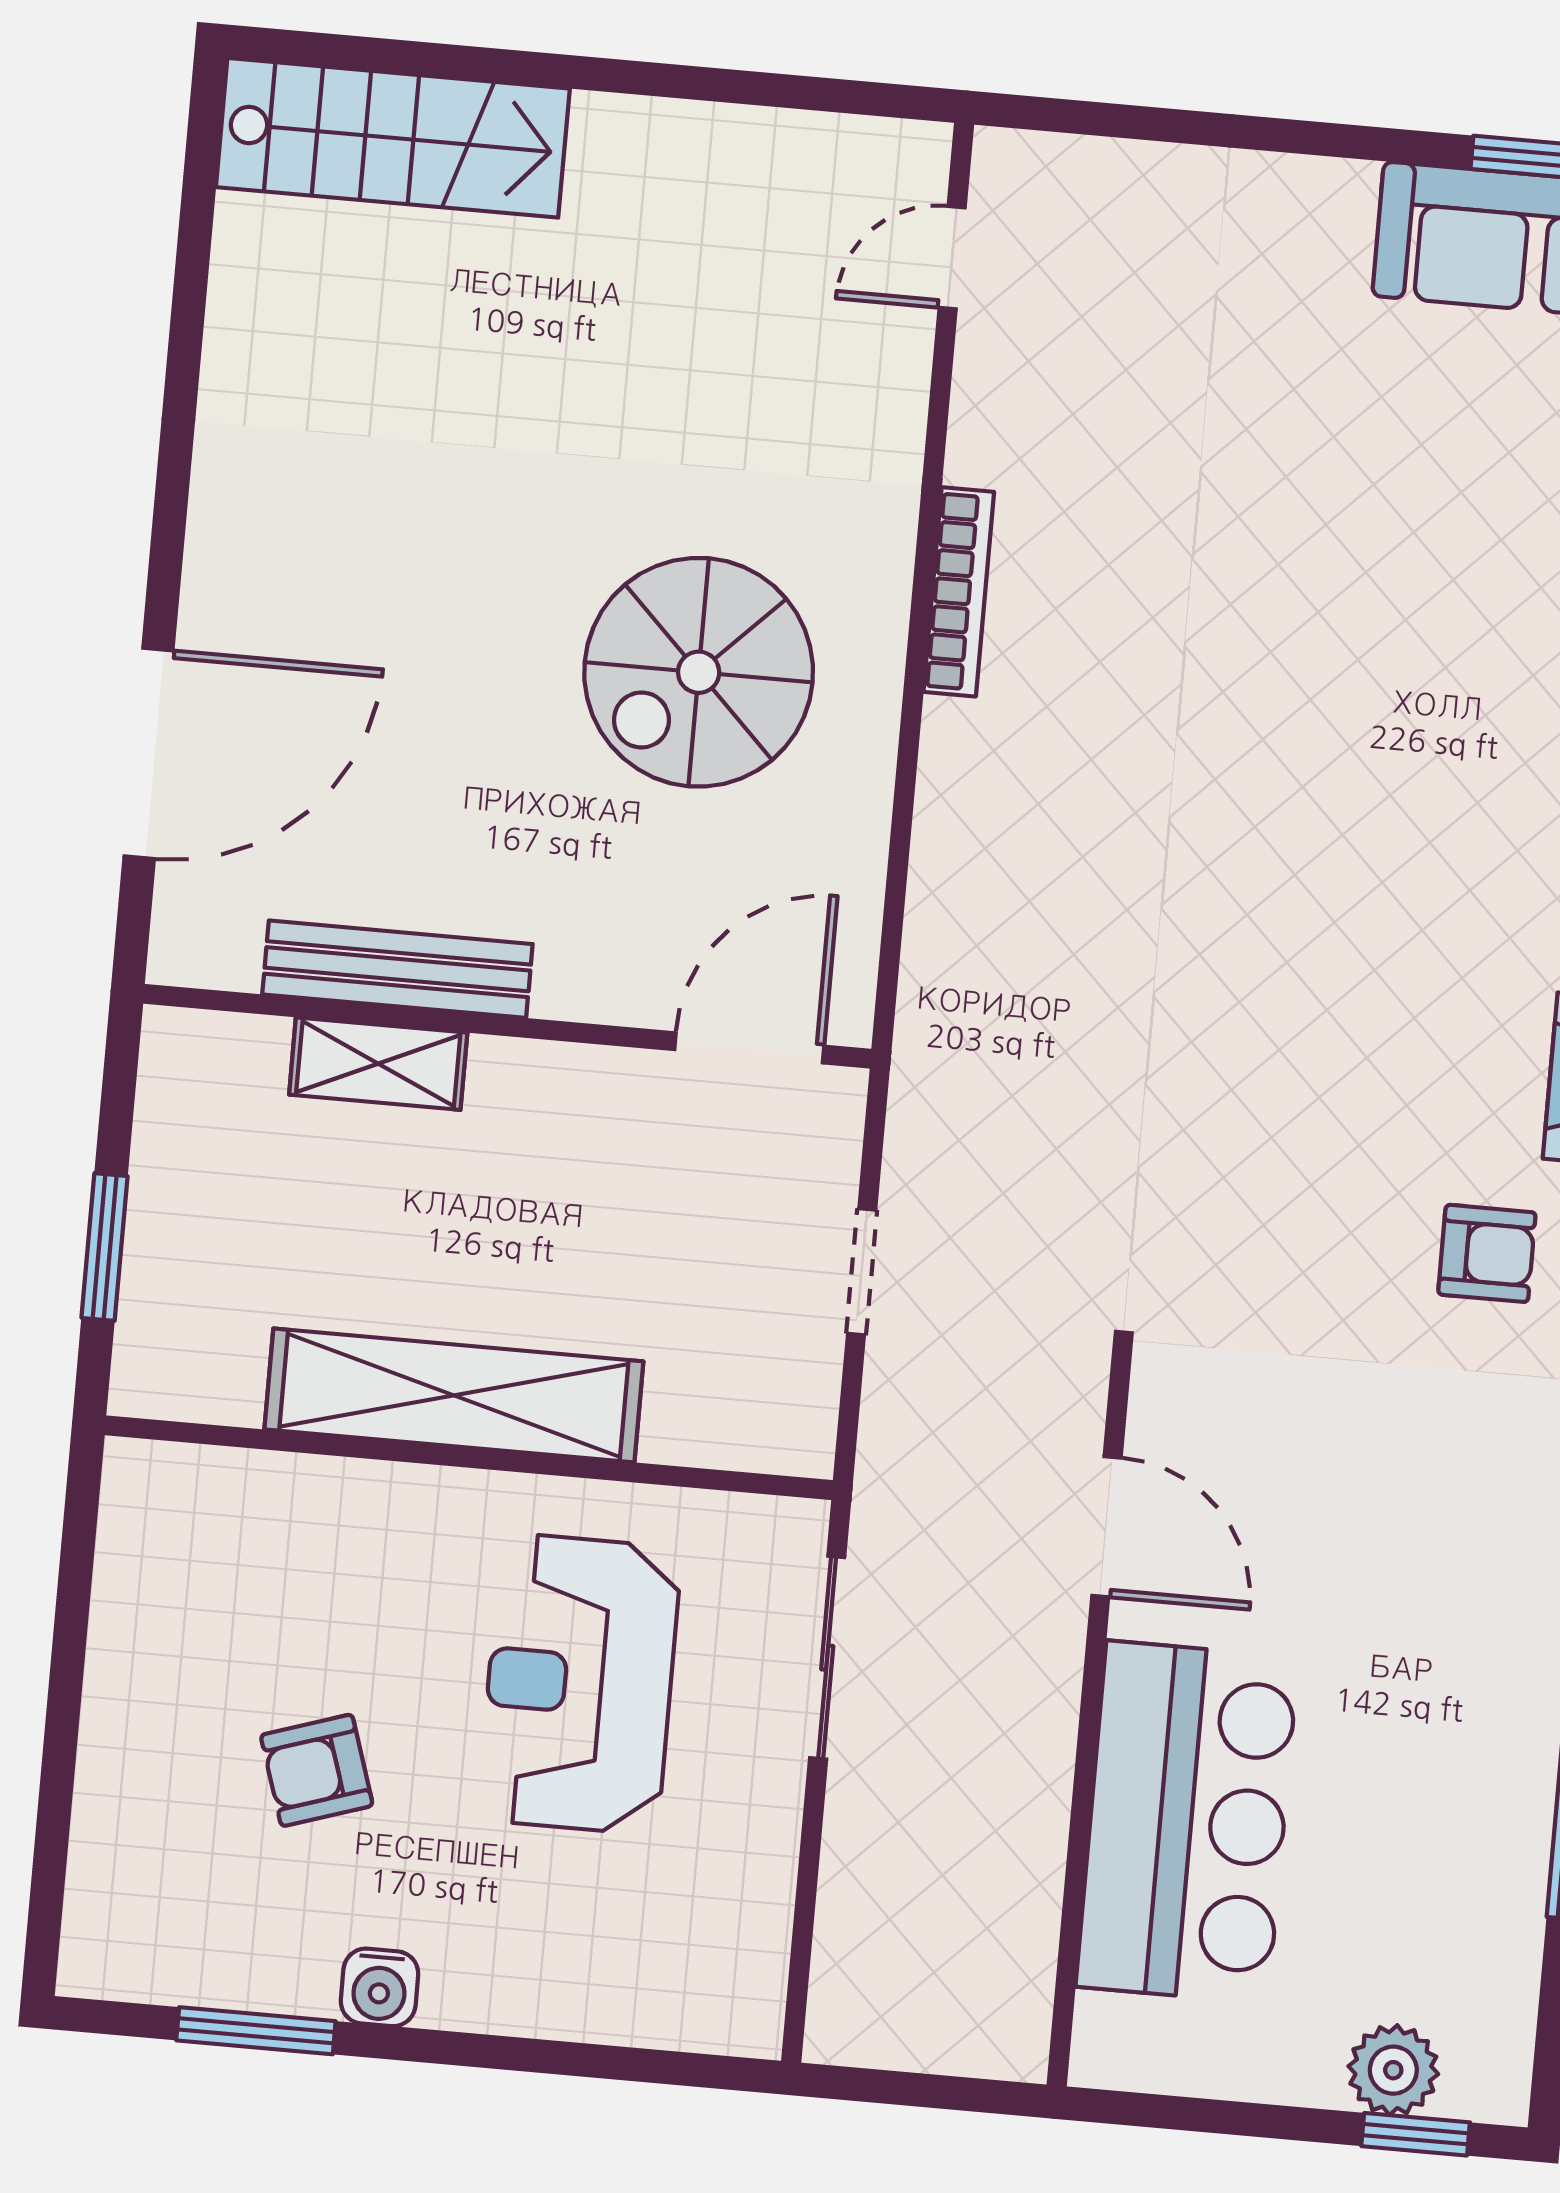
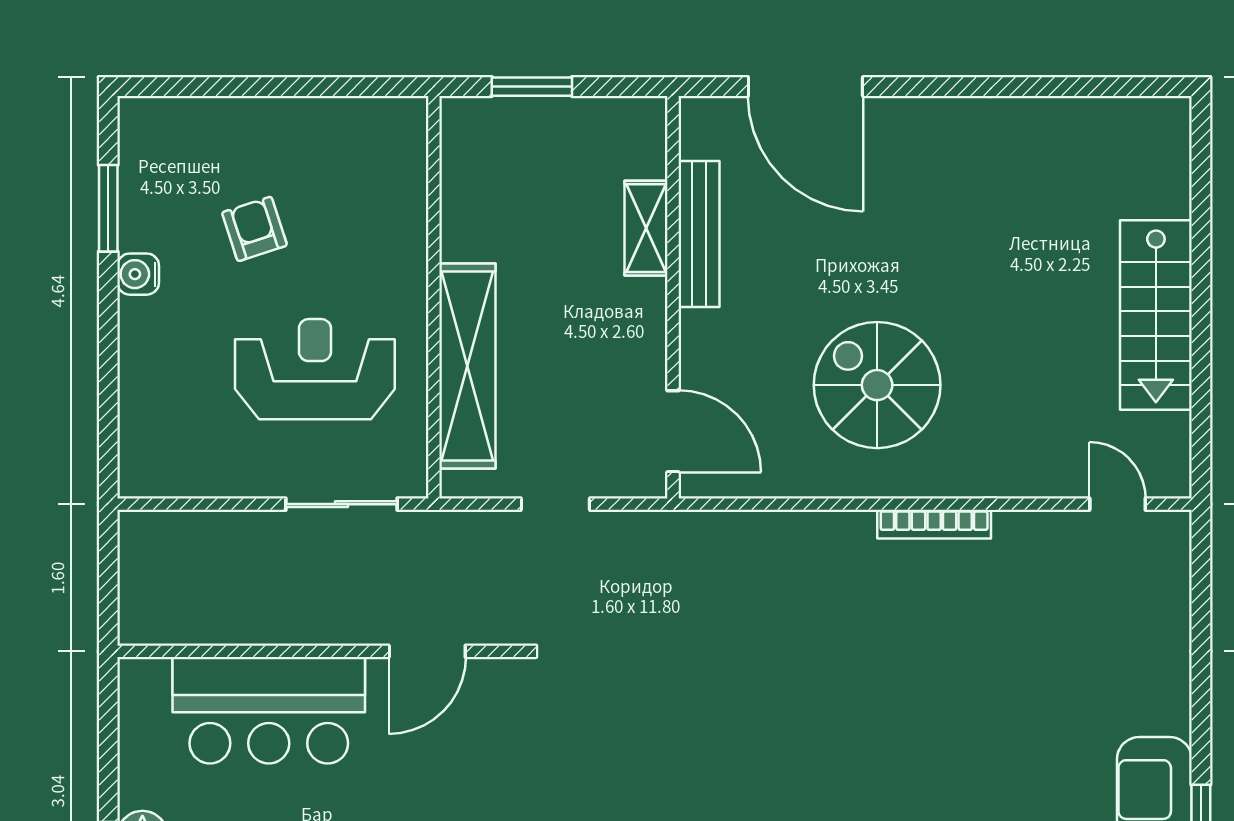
stairs: (393, 138) -> (1156, 315), moved
shelving: (454, 1395) -> (467, 366), moved

